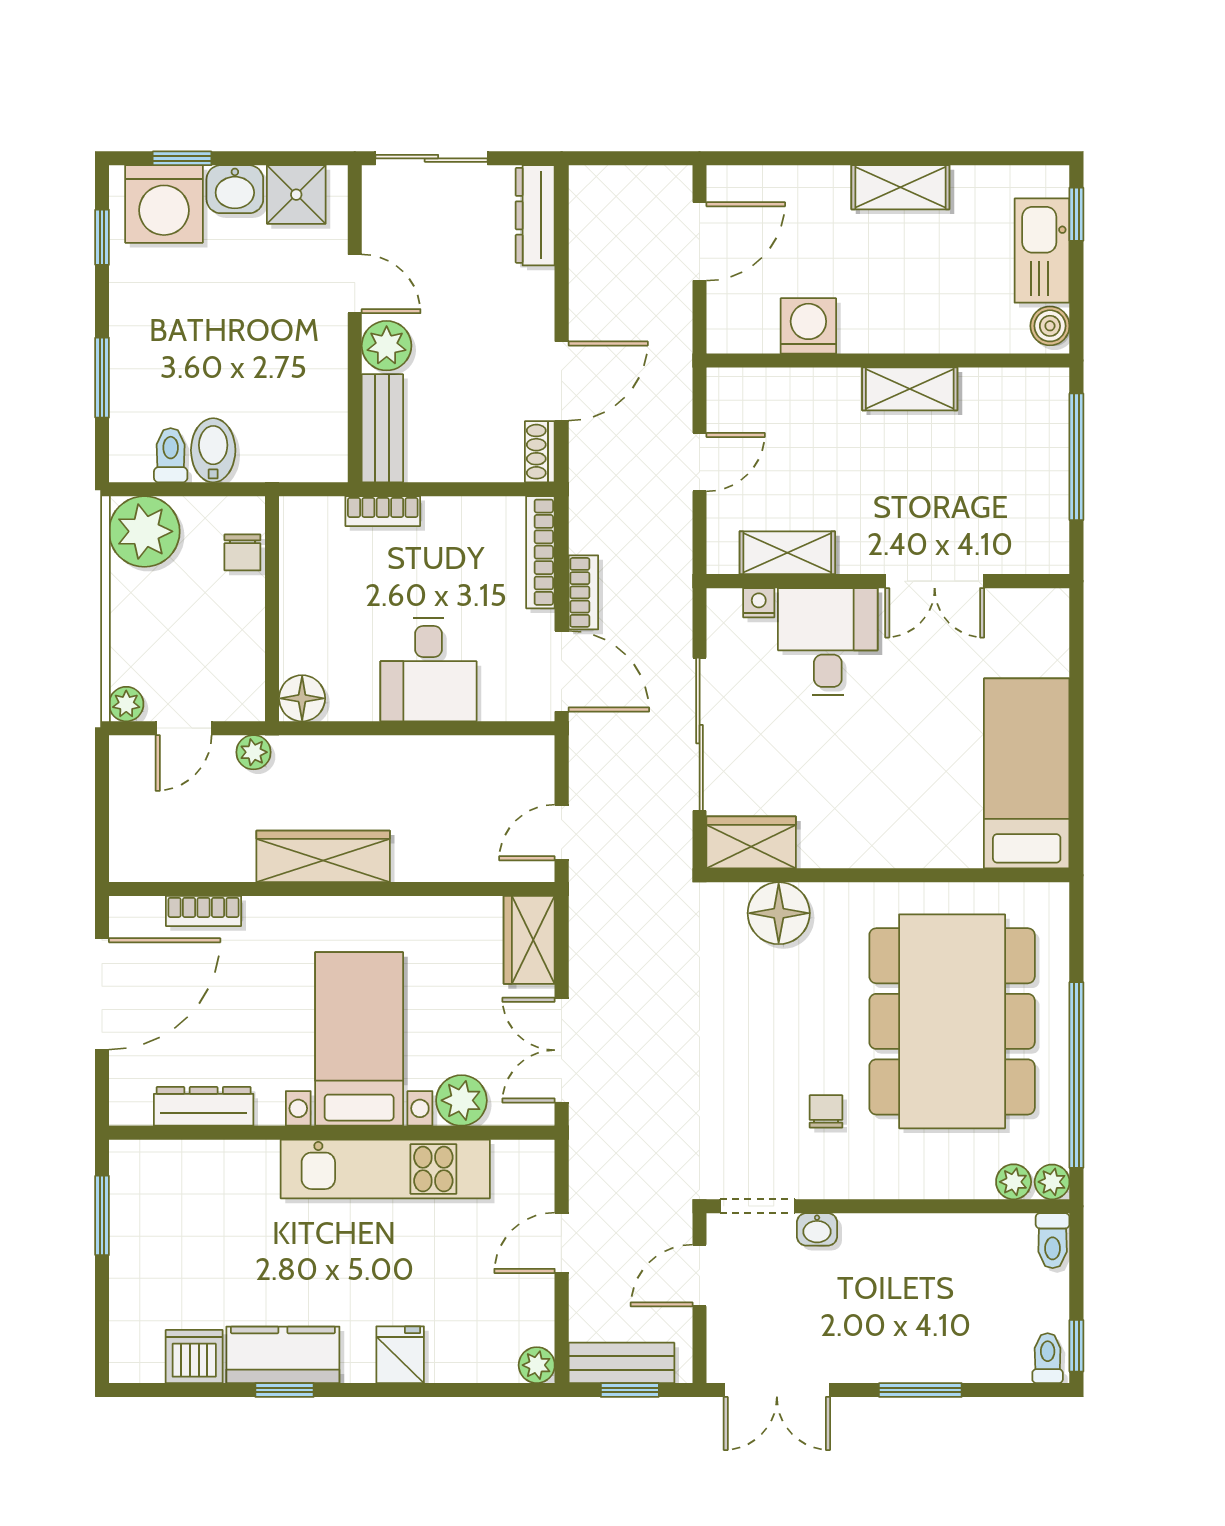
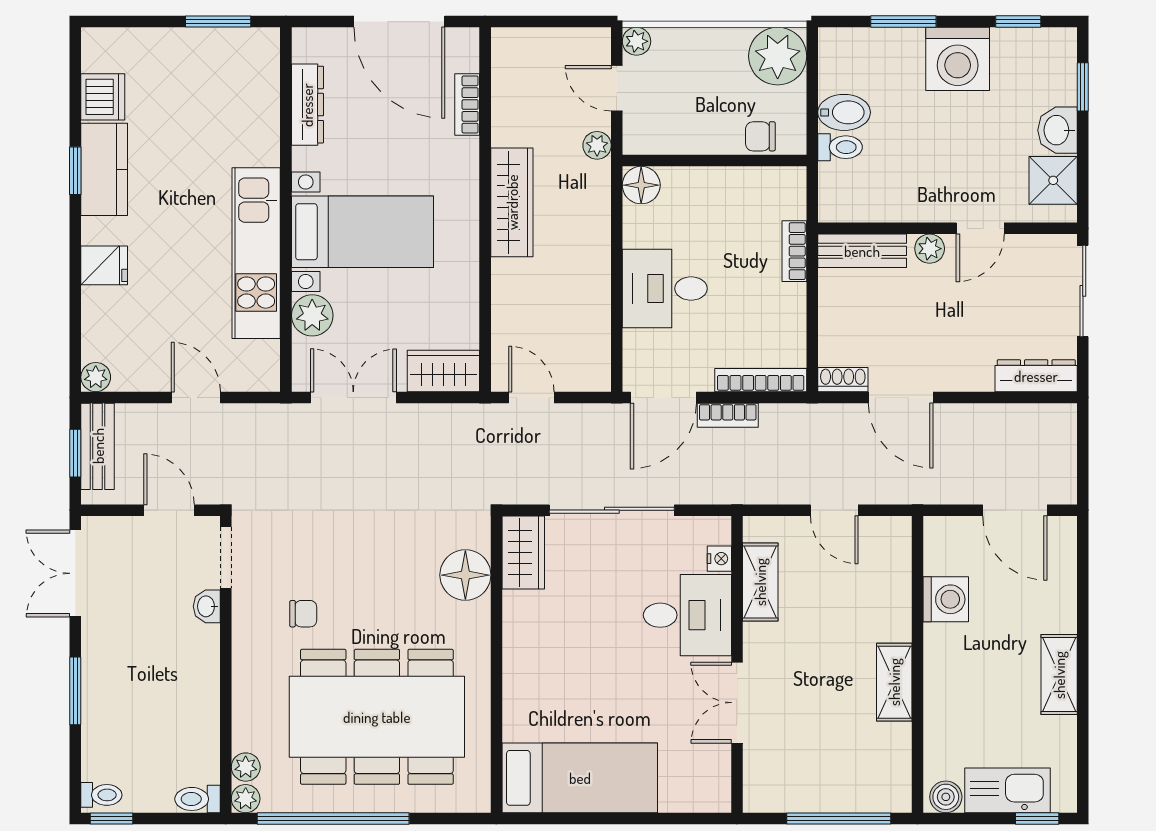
washing machine: (164, 204) -> (958, 59), moved, turned -90
plant: (387, 346) -> (930, 249), width x0.73, depth x0.73
toilet: (171, 455) -> (840, 147), moved

